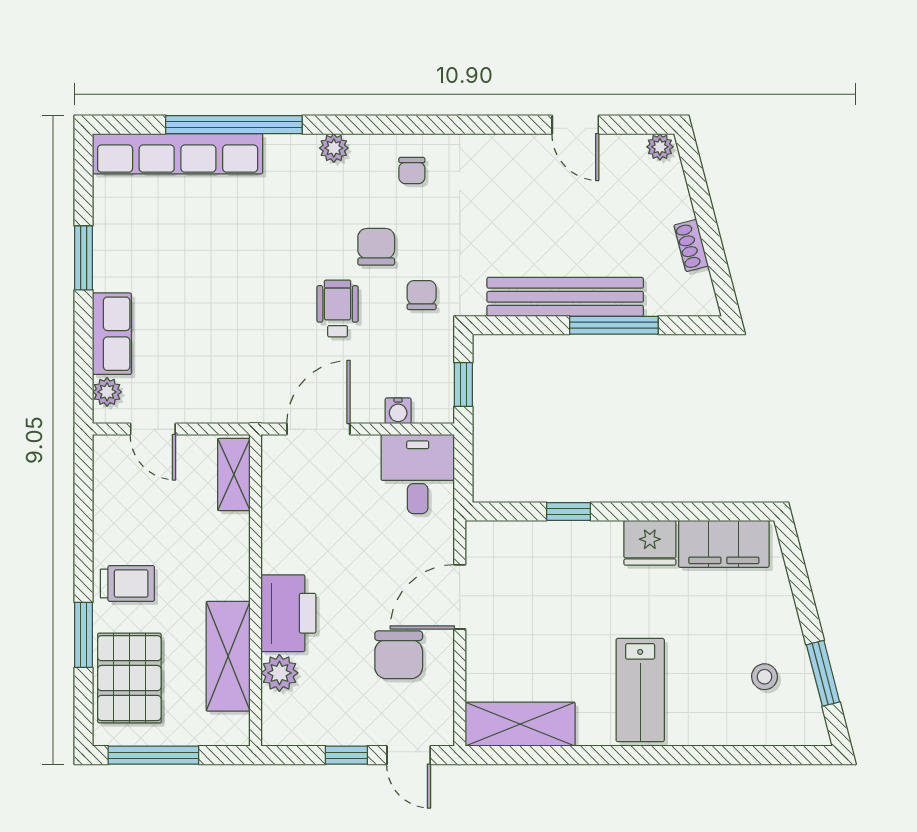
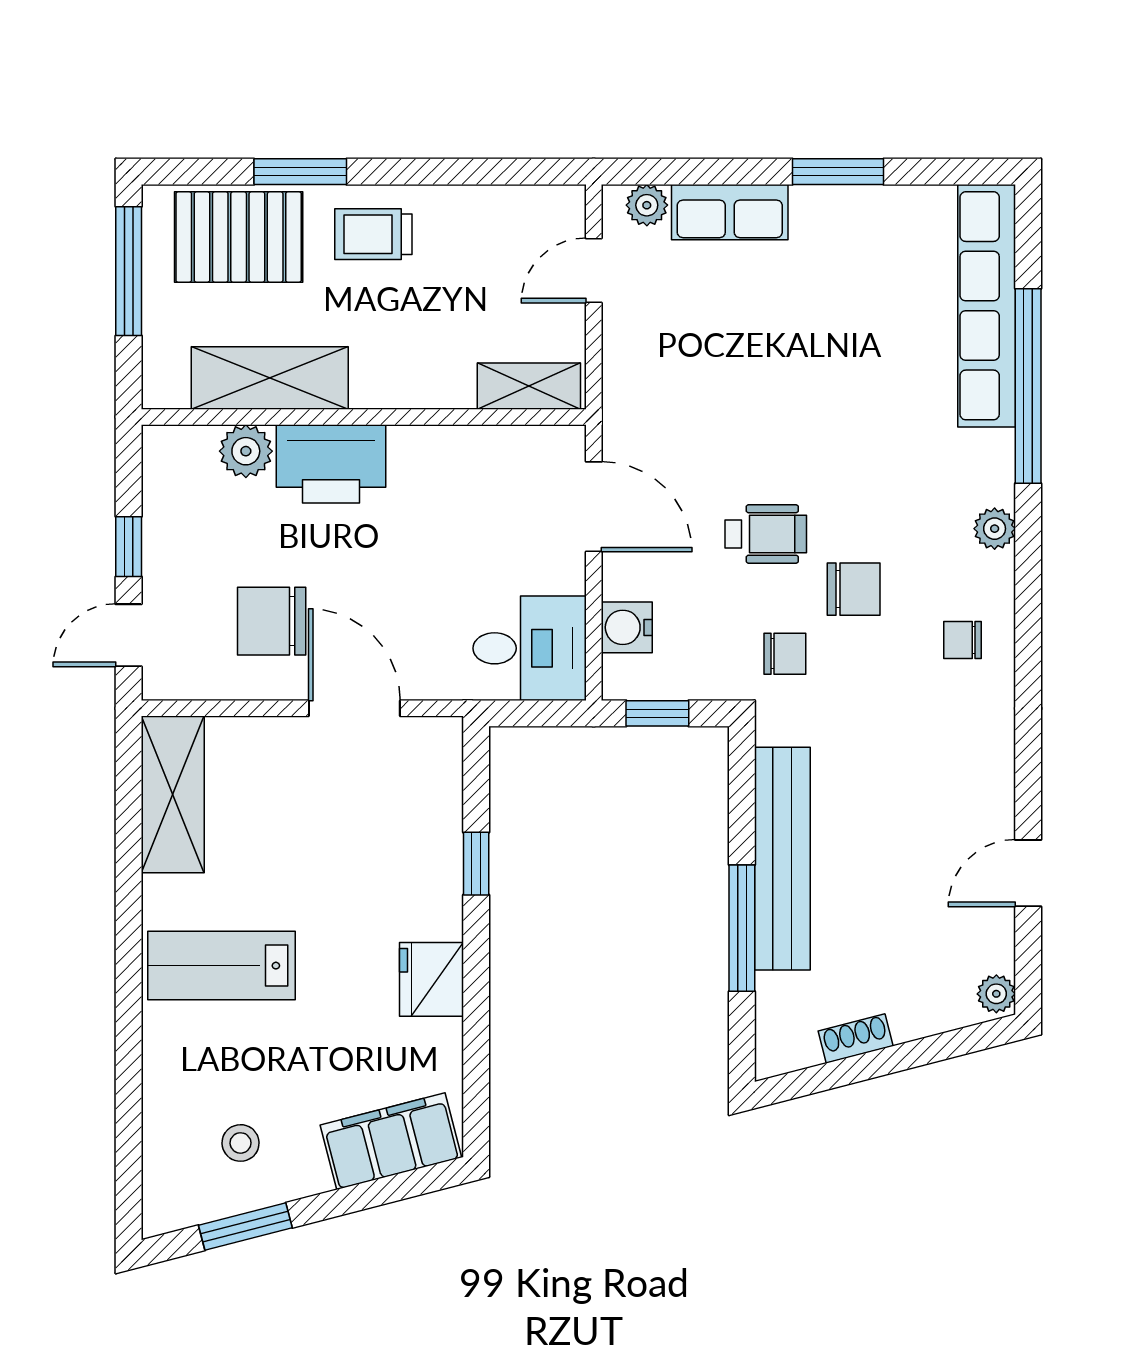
water cooler: (398, 411) -> (627, 627), width x1.38, depth x1.38
filing cabinet: (724, 544) -> (391, 1141), moved, turned 76
trolley: (127, 583) -> (373, 234), turned 90

